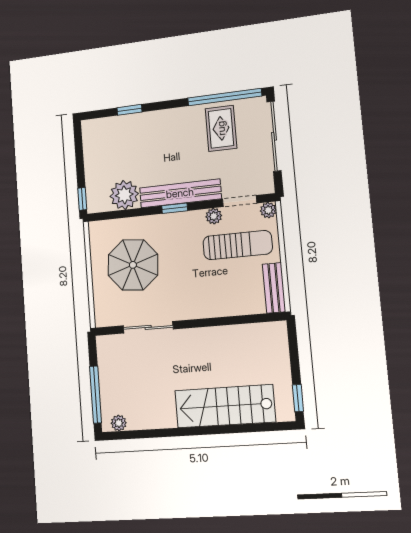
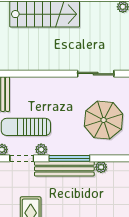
plant: (124, 195) -> (101, 167), width x0.53, depth x0.53
window: (175, 208) -> (69, 158), width x2.17

